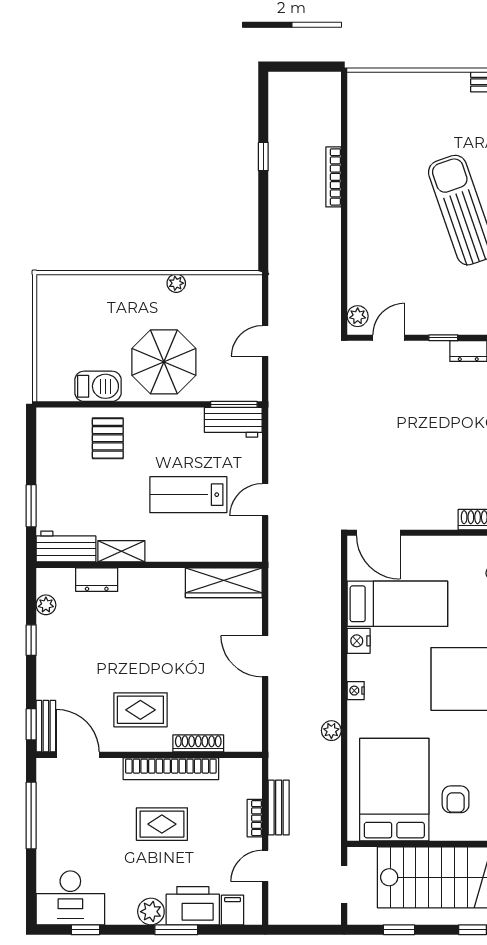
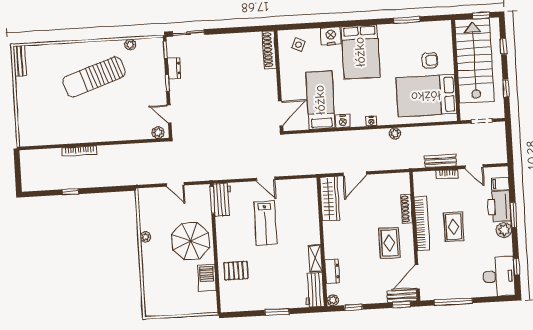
workbench: (66, 546) -> (314, 290), moved
shelving: (121, 551) -> (315, 258), moved
wall: (149, 565) -> (322, 242), moved
dresser: (97, 580) -> (332, 271), moved
wardrobe: (224, 583) -> (330, 199), moved

